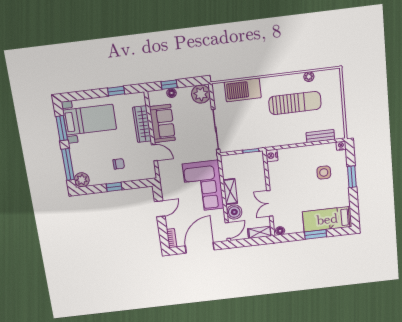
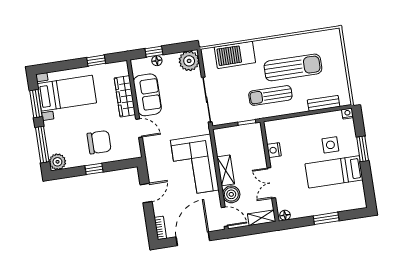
plant: (309, 77) -> (306, 38), removed
sun lounger: (273, 128) -> (270, 95), added
nightstand: (272, 156) -> (274, 150), moved
chair: (119, 164) -> (99, 142), width x1.87, depth x1.87
bed: (327, 219) -> (334, 172), moved
door: (228, 231) -> (225, 217), hinge flipped

